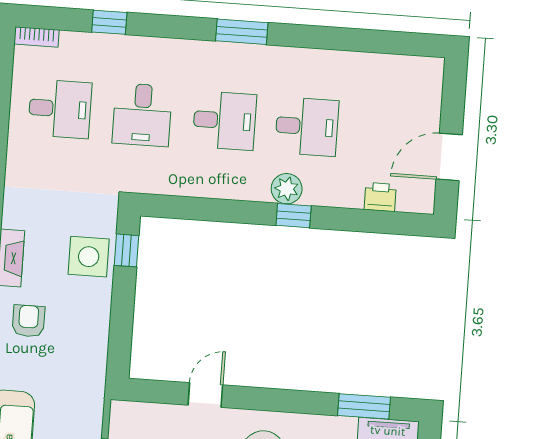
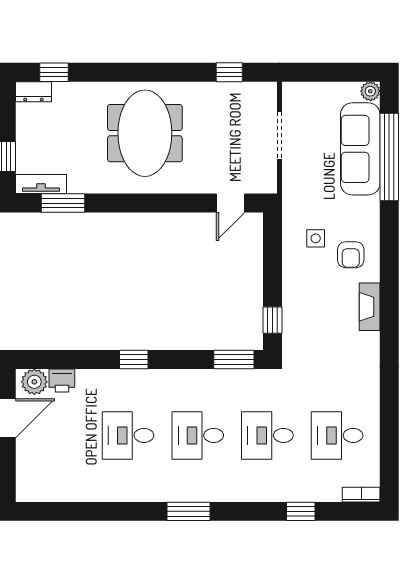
desk: (142, 115) -> (267, 435), turned -90
plant: (287, 189) -> (34, 382), moved
window: (175, 207) -> (234, 360), added
side table: (89, 257) -> (316, 238), moved, width x0.54, depth x0.54
door: (205, 395) -> (231, 203), moved

